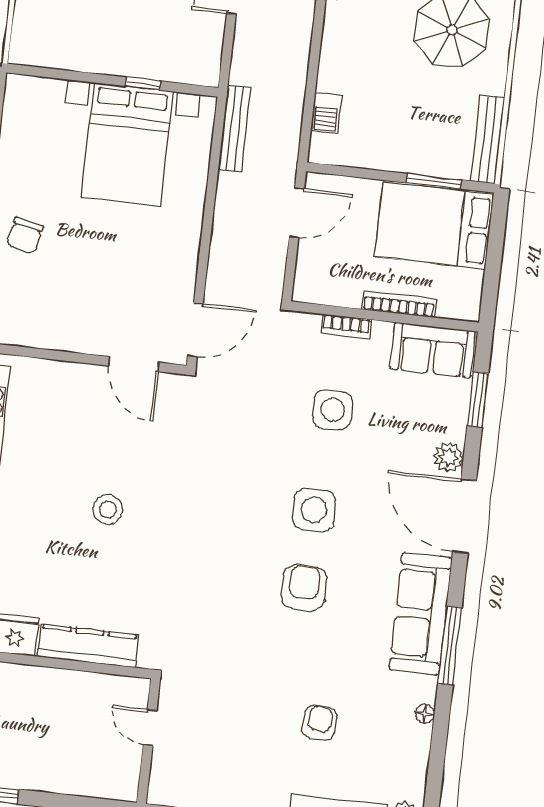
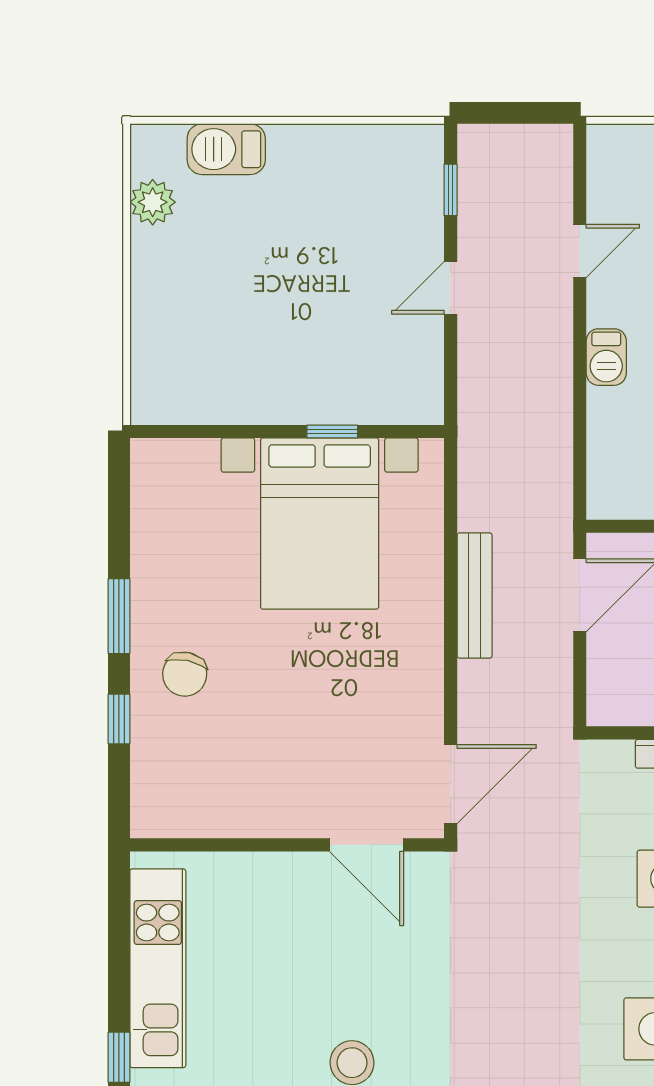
barbecue: (326, 113) -> (606, 357), moved
bench: (235, 129) -> (475, 596), moved

